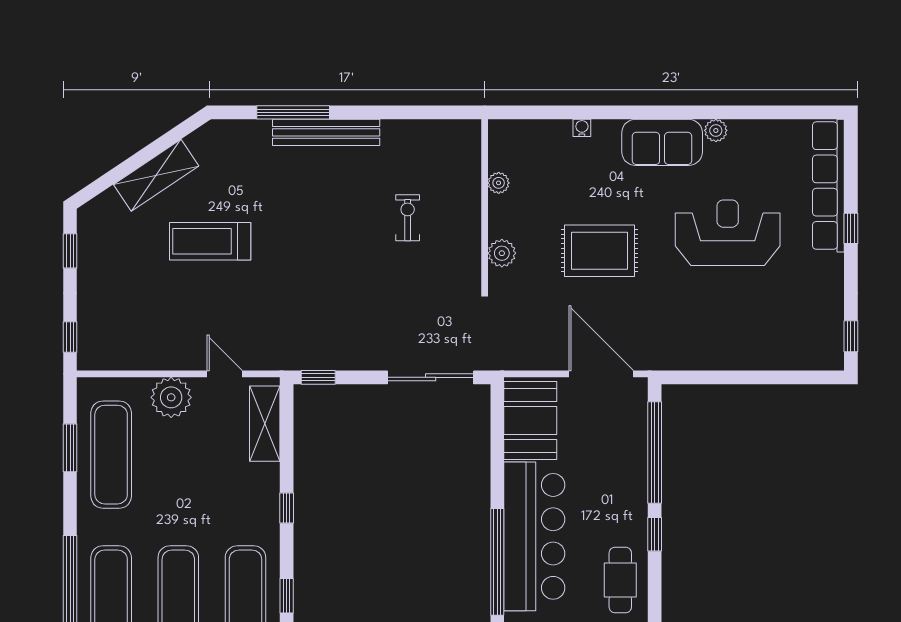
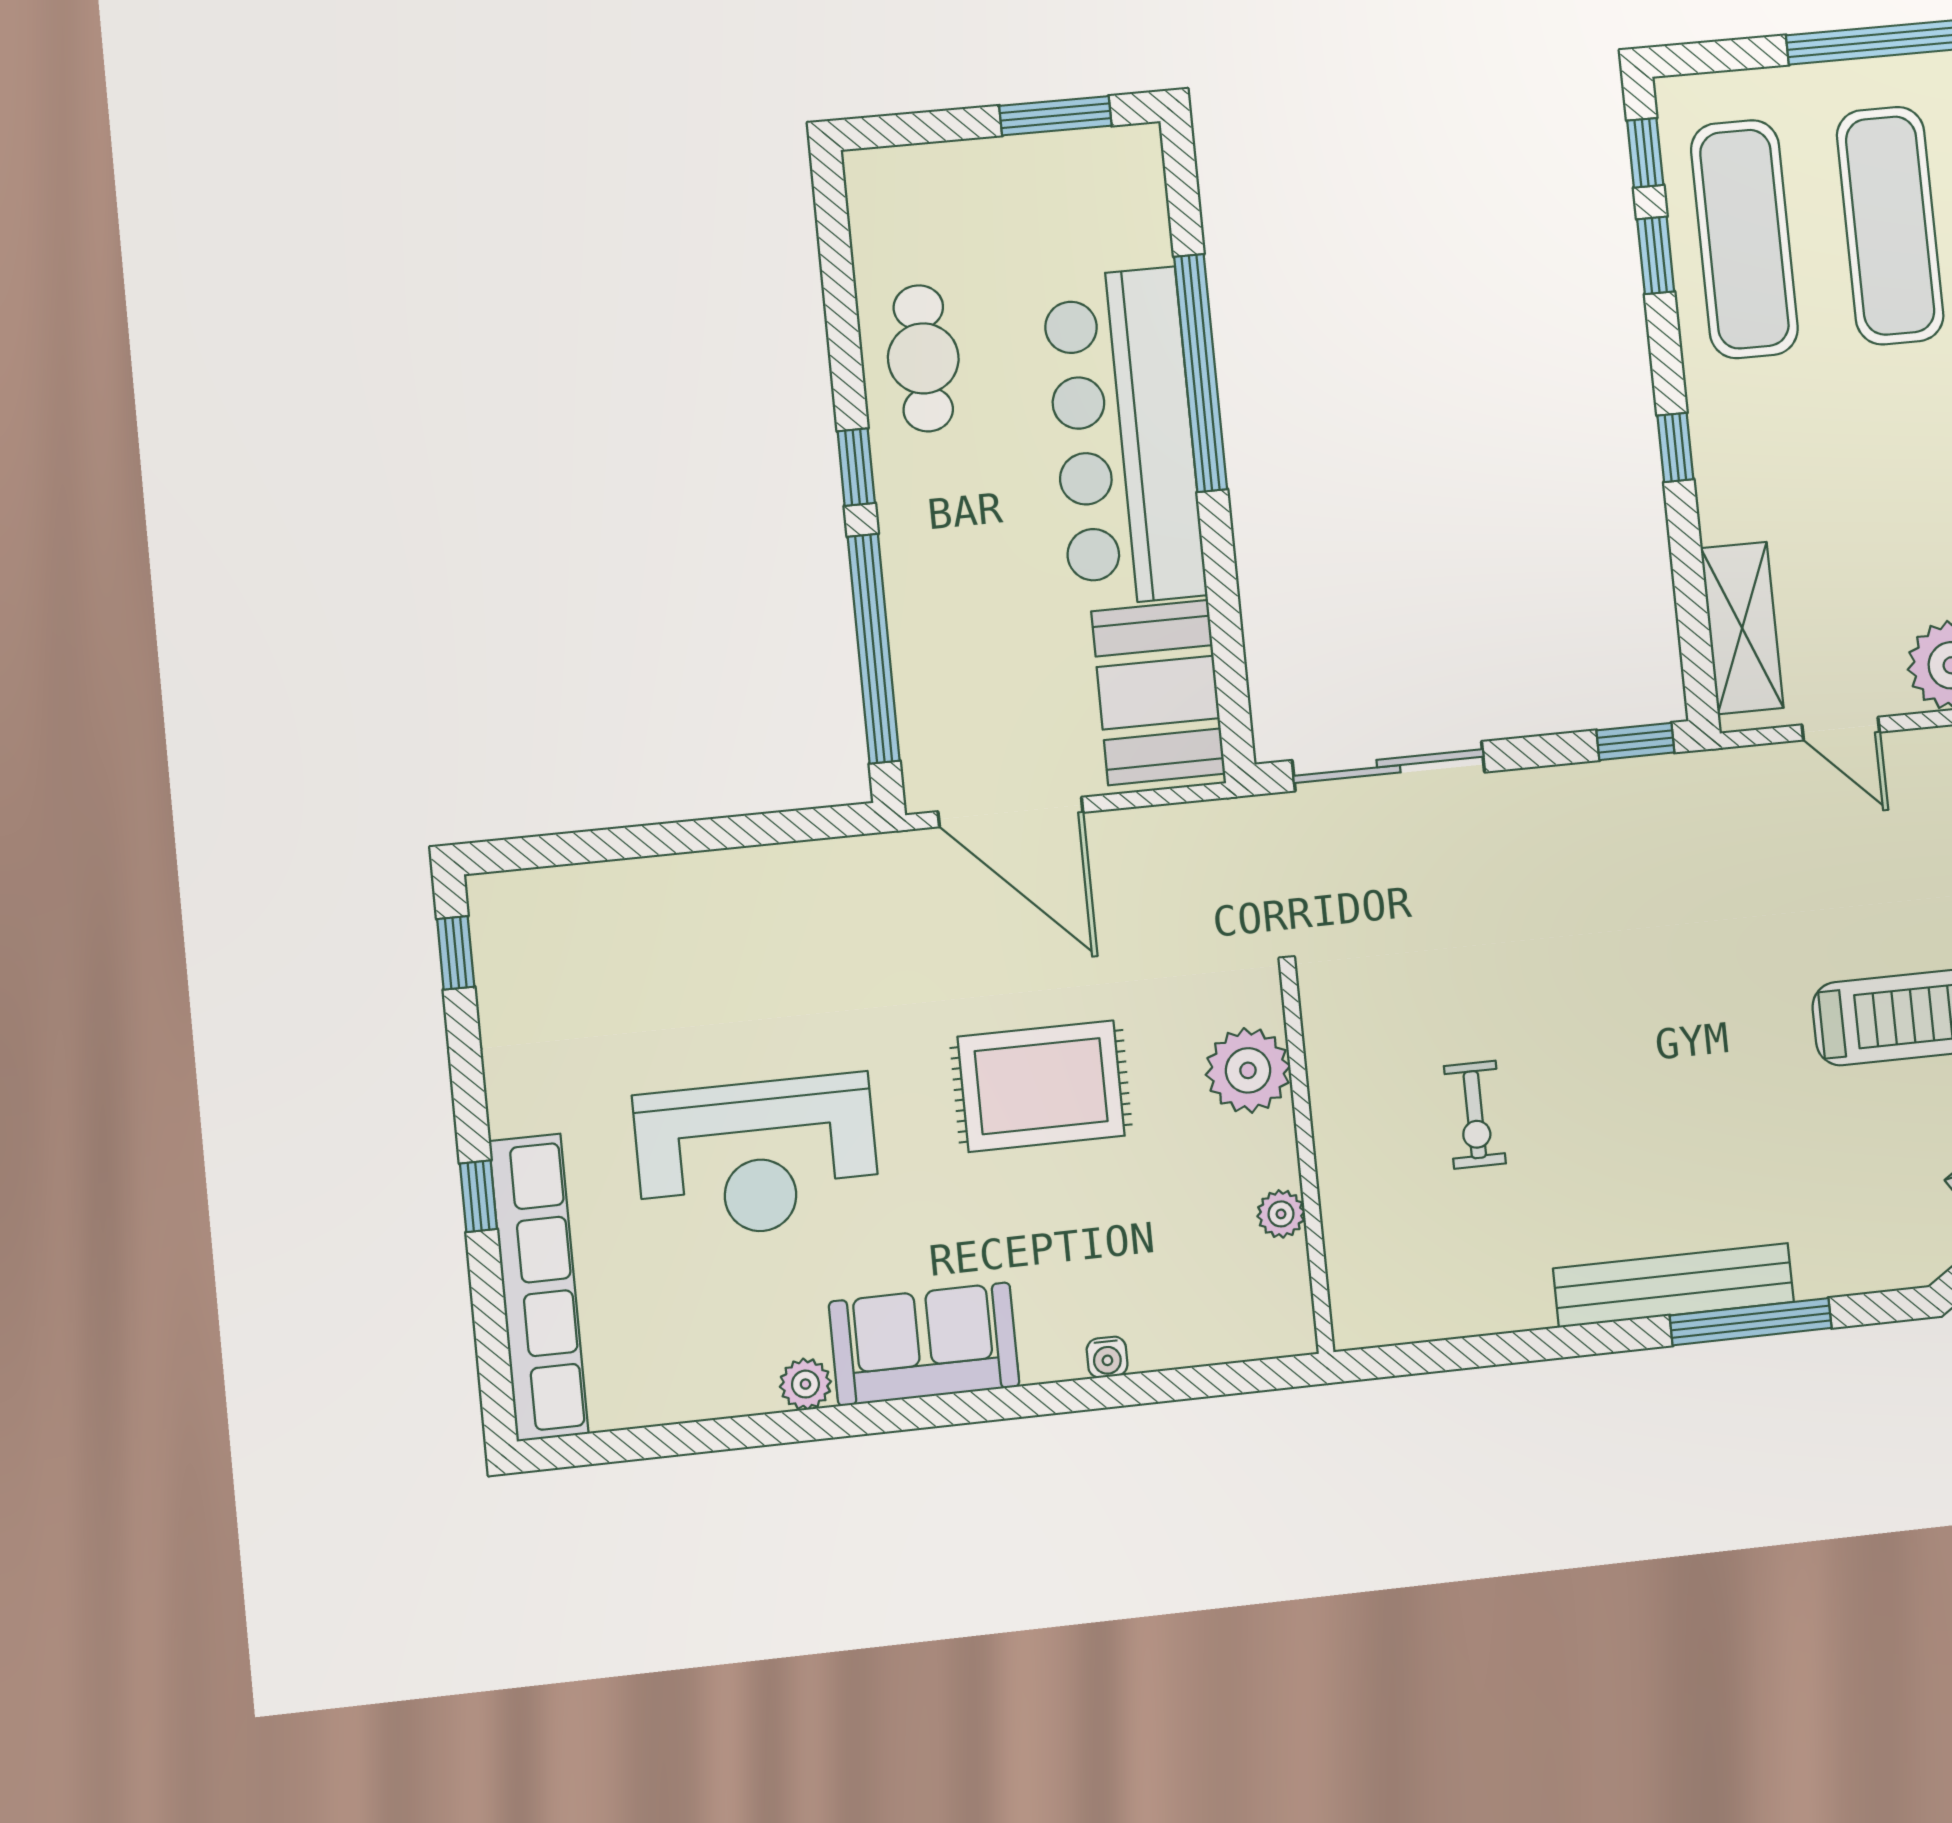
plant: (502, 253) -> (1248, 1070), width x1.36, depth x1.36

